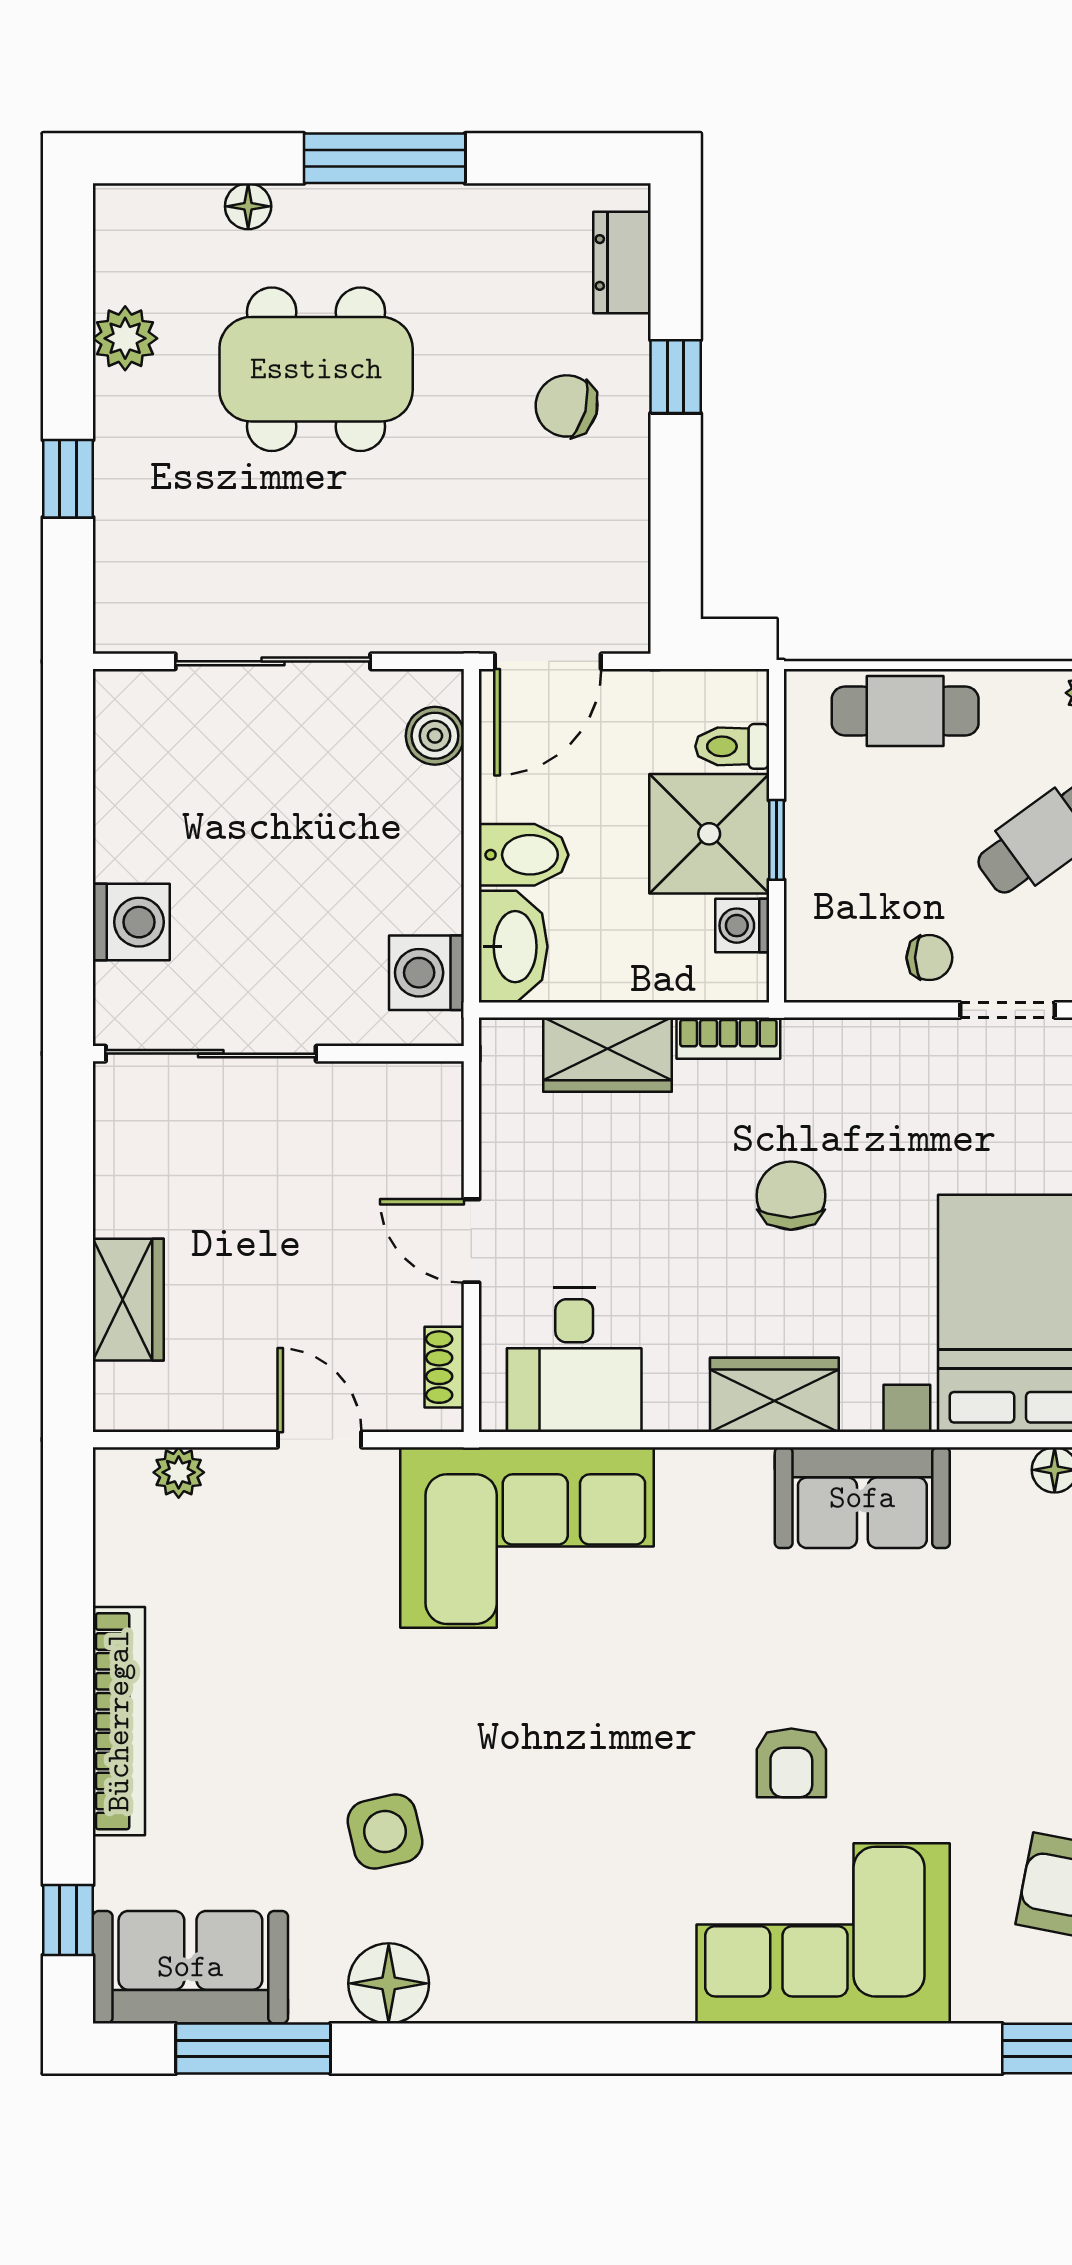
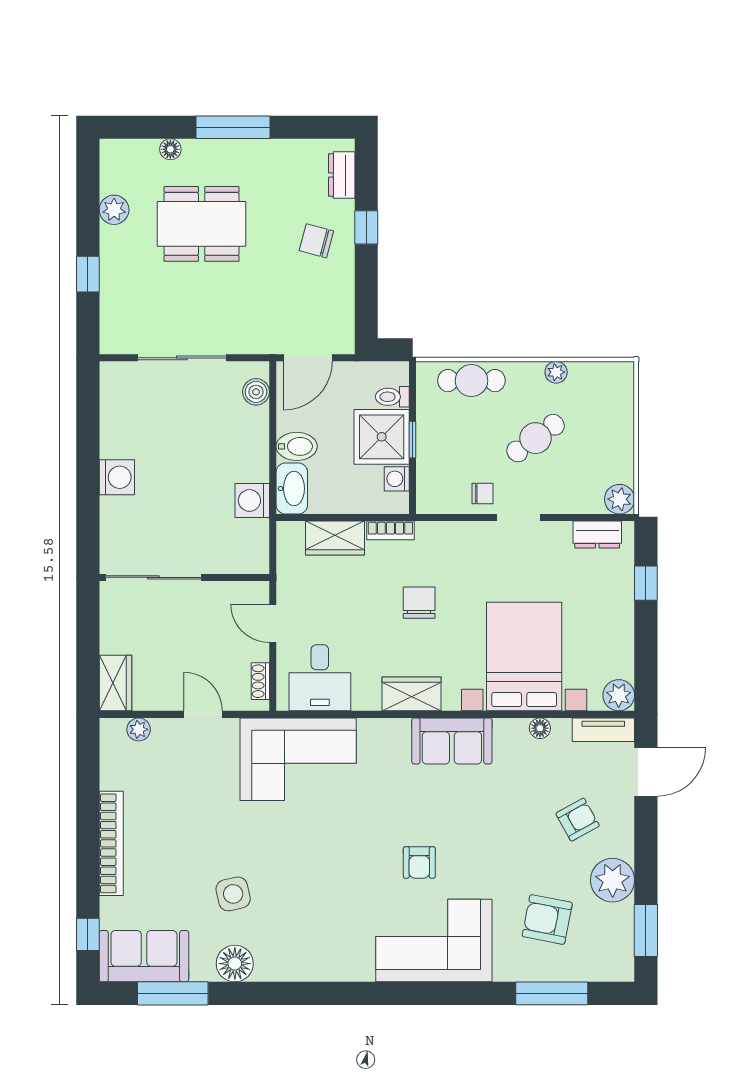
sliding door: (211, 1054) -> (153, 577), moved
wall: (278, 1054) -> (184, 577), moved
wardrobe: (128, 1300) -> (115, 683), moved

